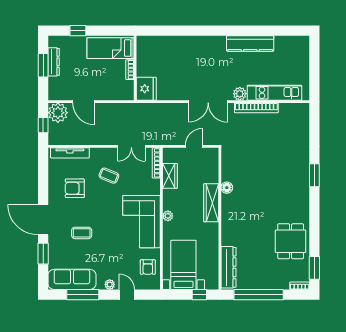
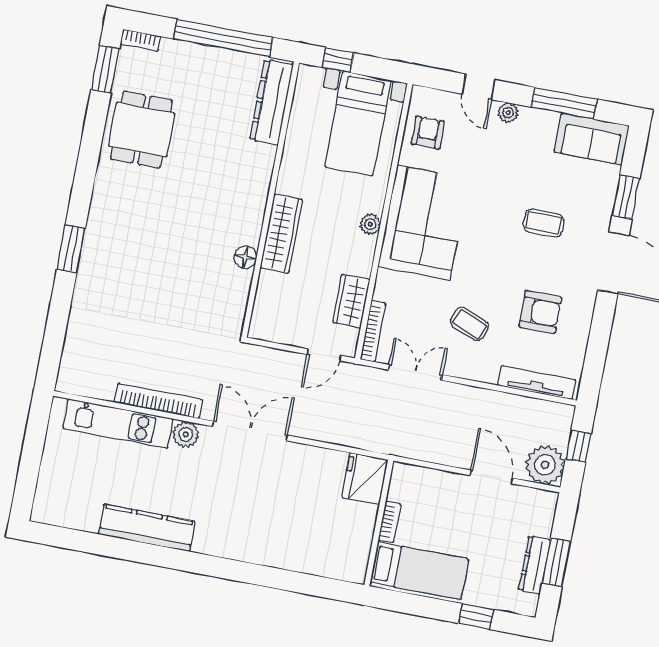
door: (194, 146) -> (324, 355), moved
sofa: (72, 279) -> (592, 139), width x0.73

